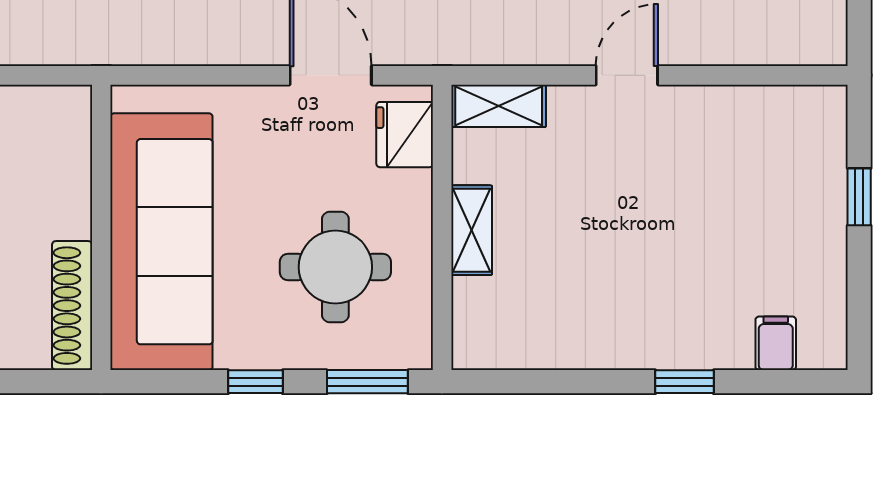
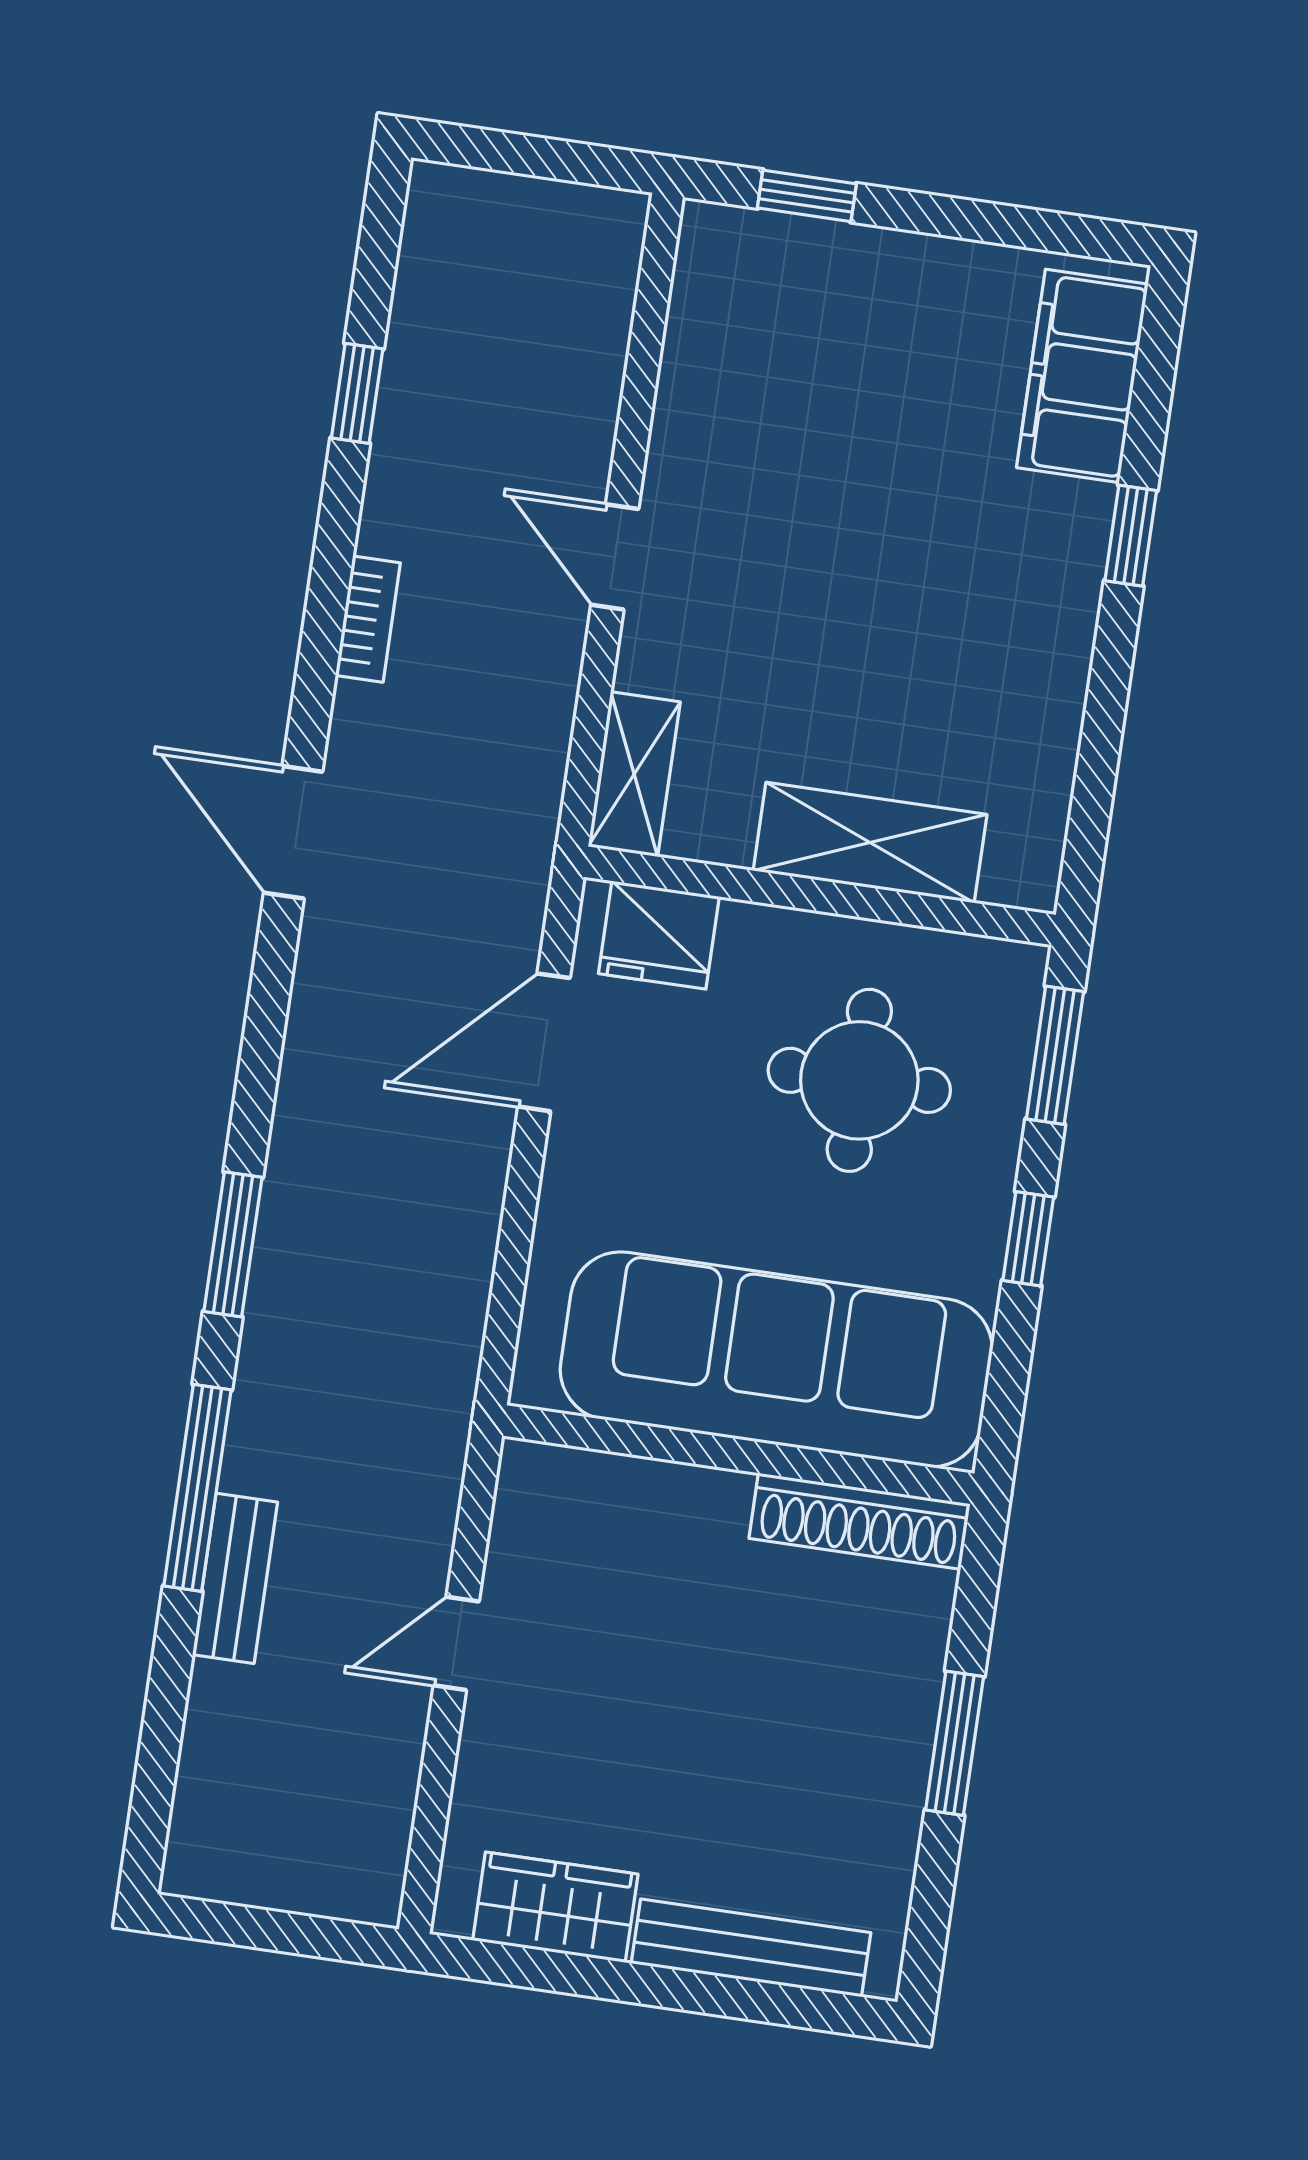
window: (859, 197) -> (807, 196), moved
shelving: (472, 230) -> (870, 843), width x1.50, depth x1.33
filing cabinet: (776, 343) -> (1082, 376), width x3.00, depth x1.17

